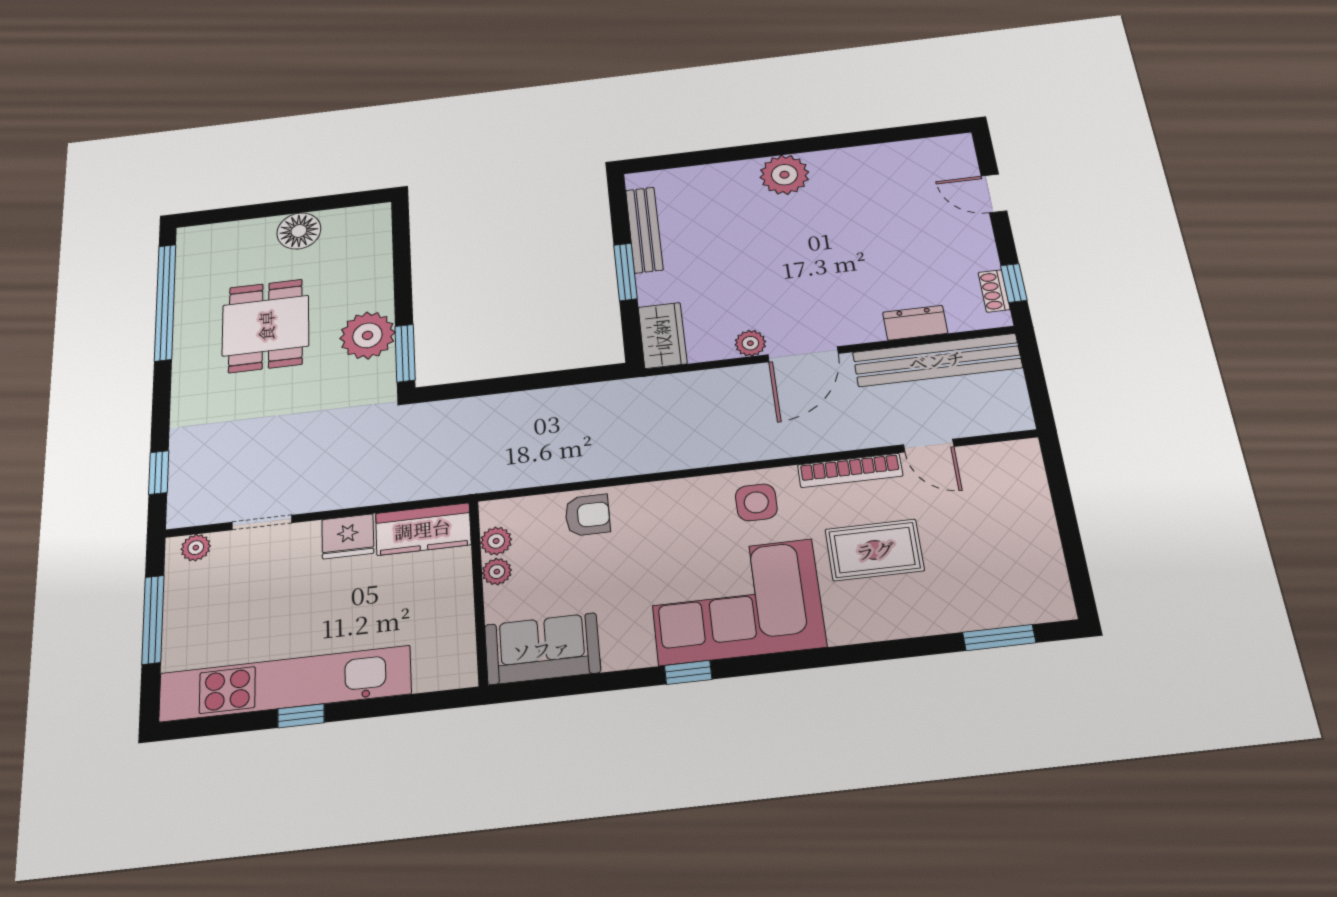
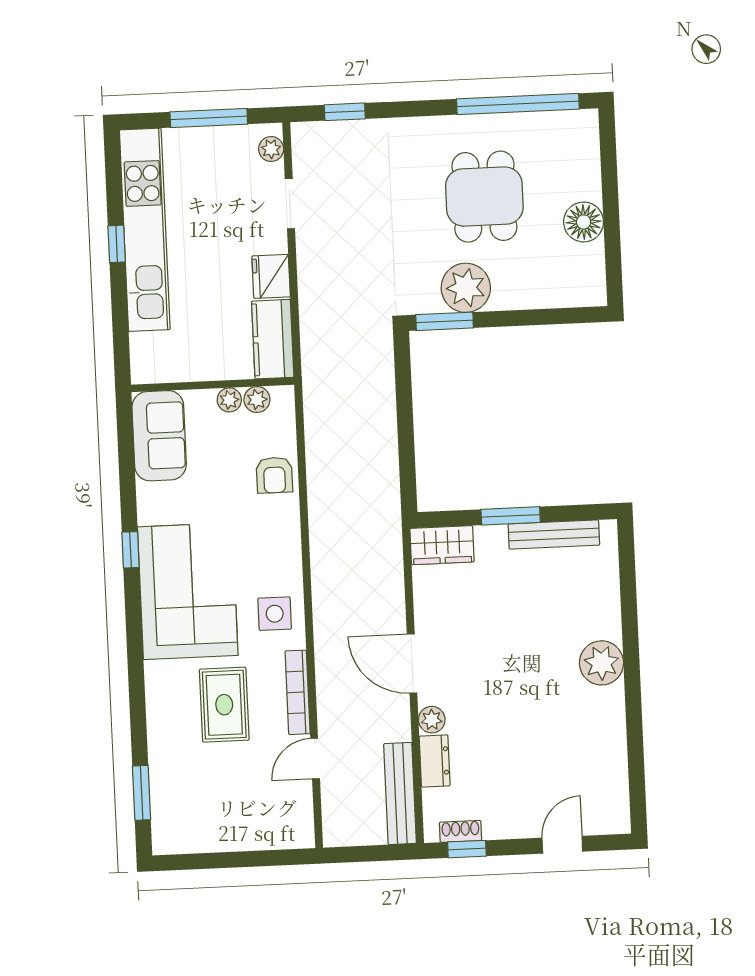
dining table: (266, 326) -> (484, 197), turned 90
plant: (750, 343) -> (432, 720), moved
bench: (937, 360) -> (400, 794), width x0.73, depth x0.82

